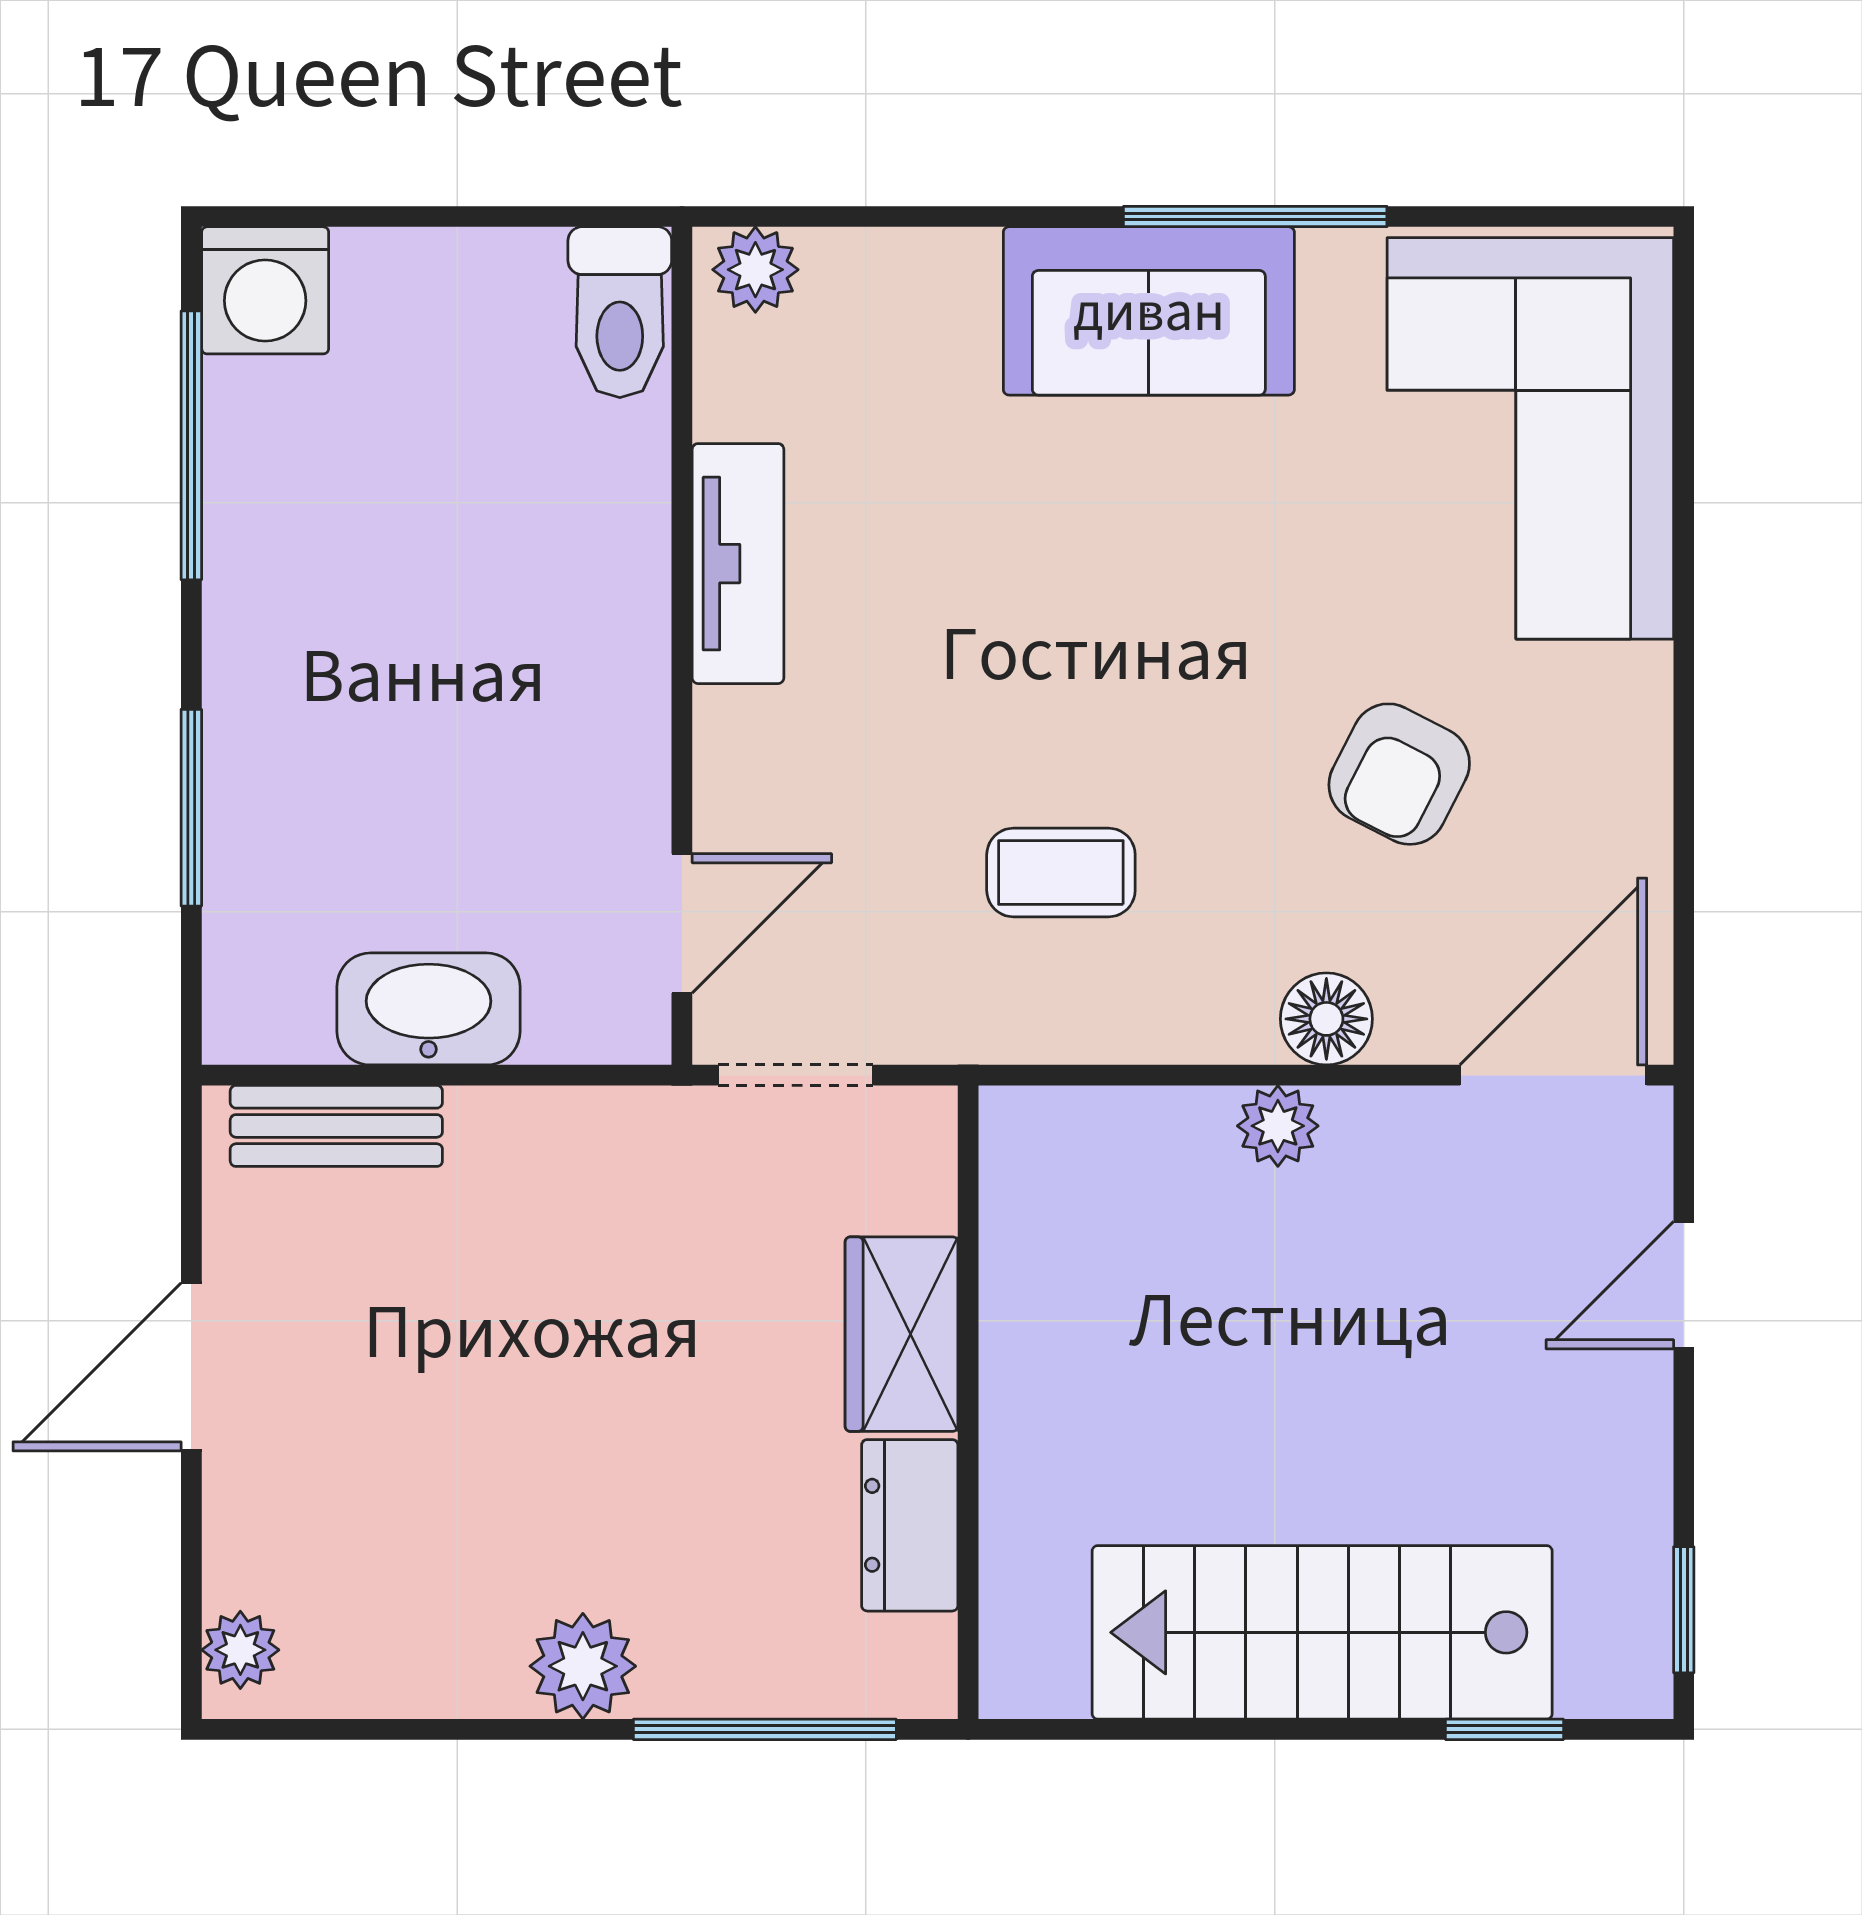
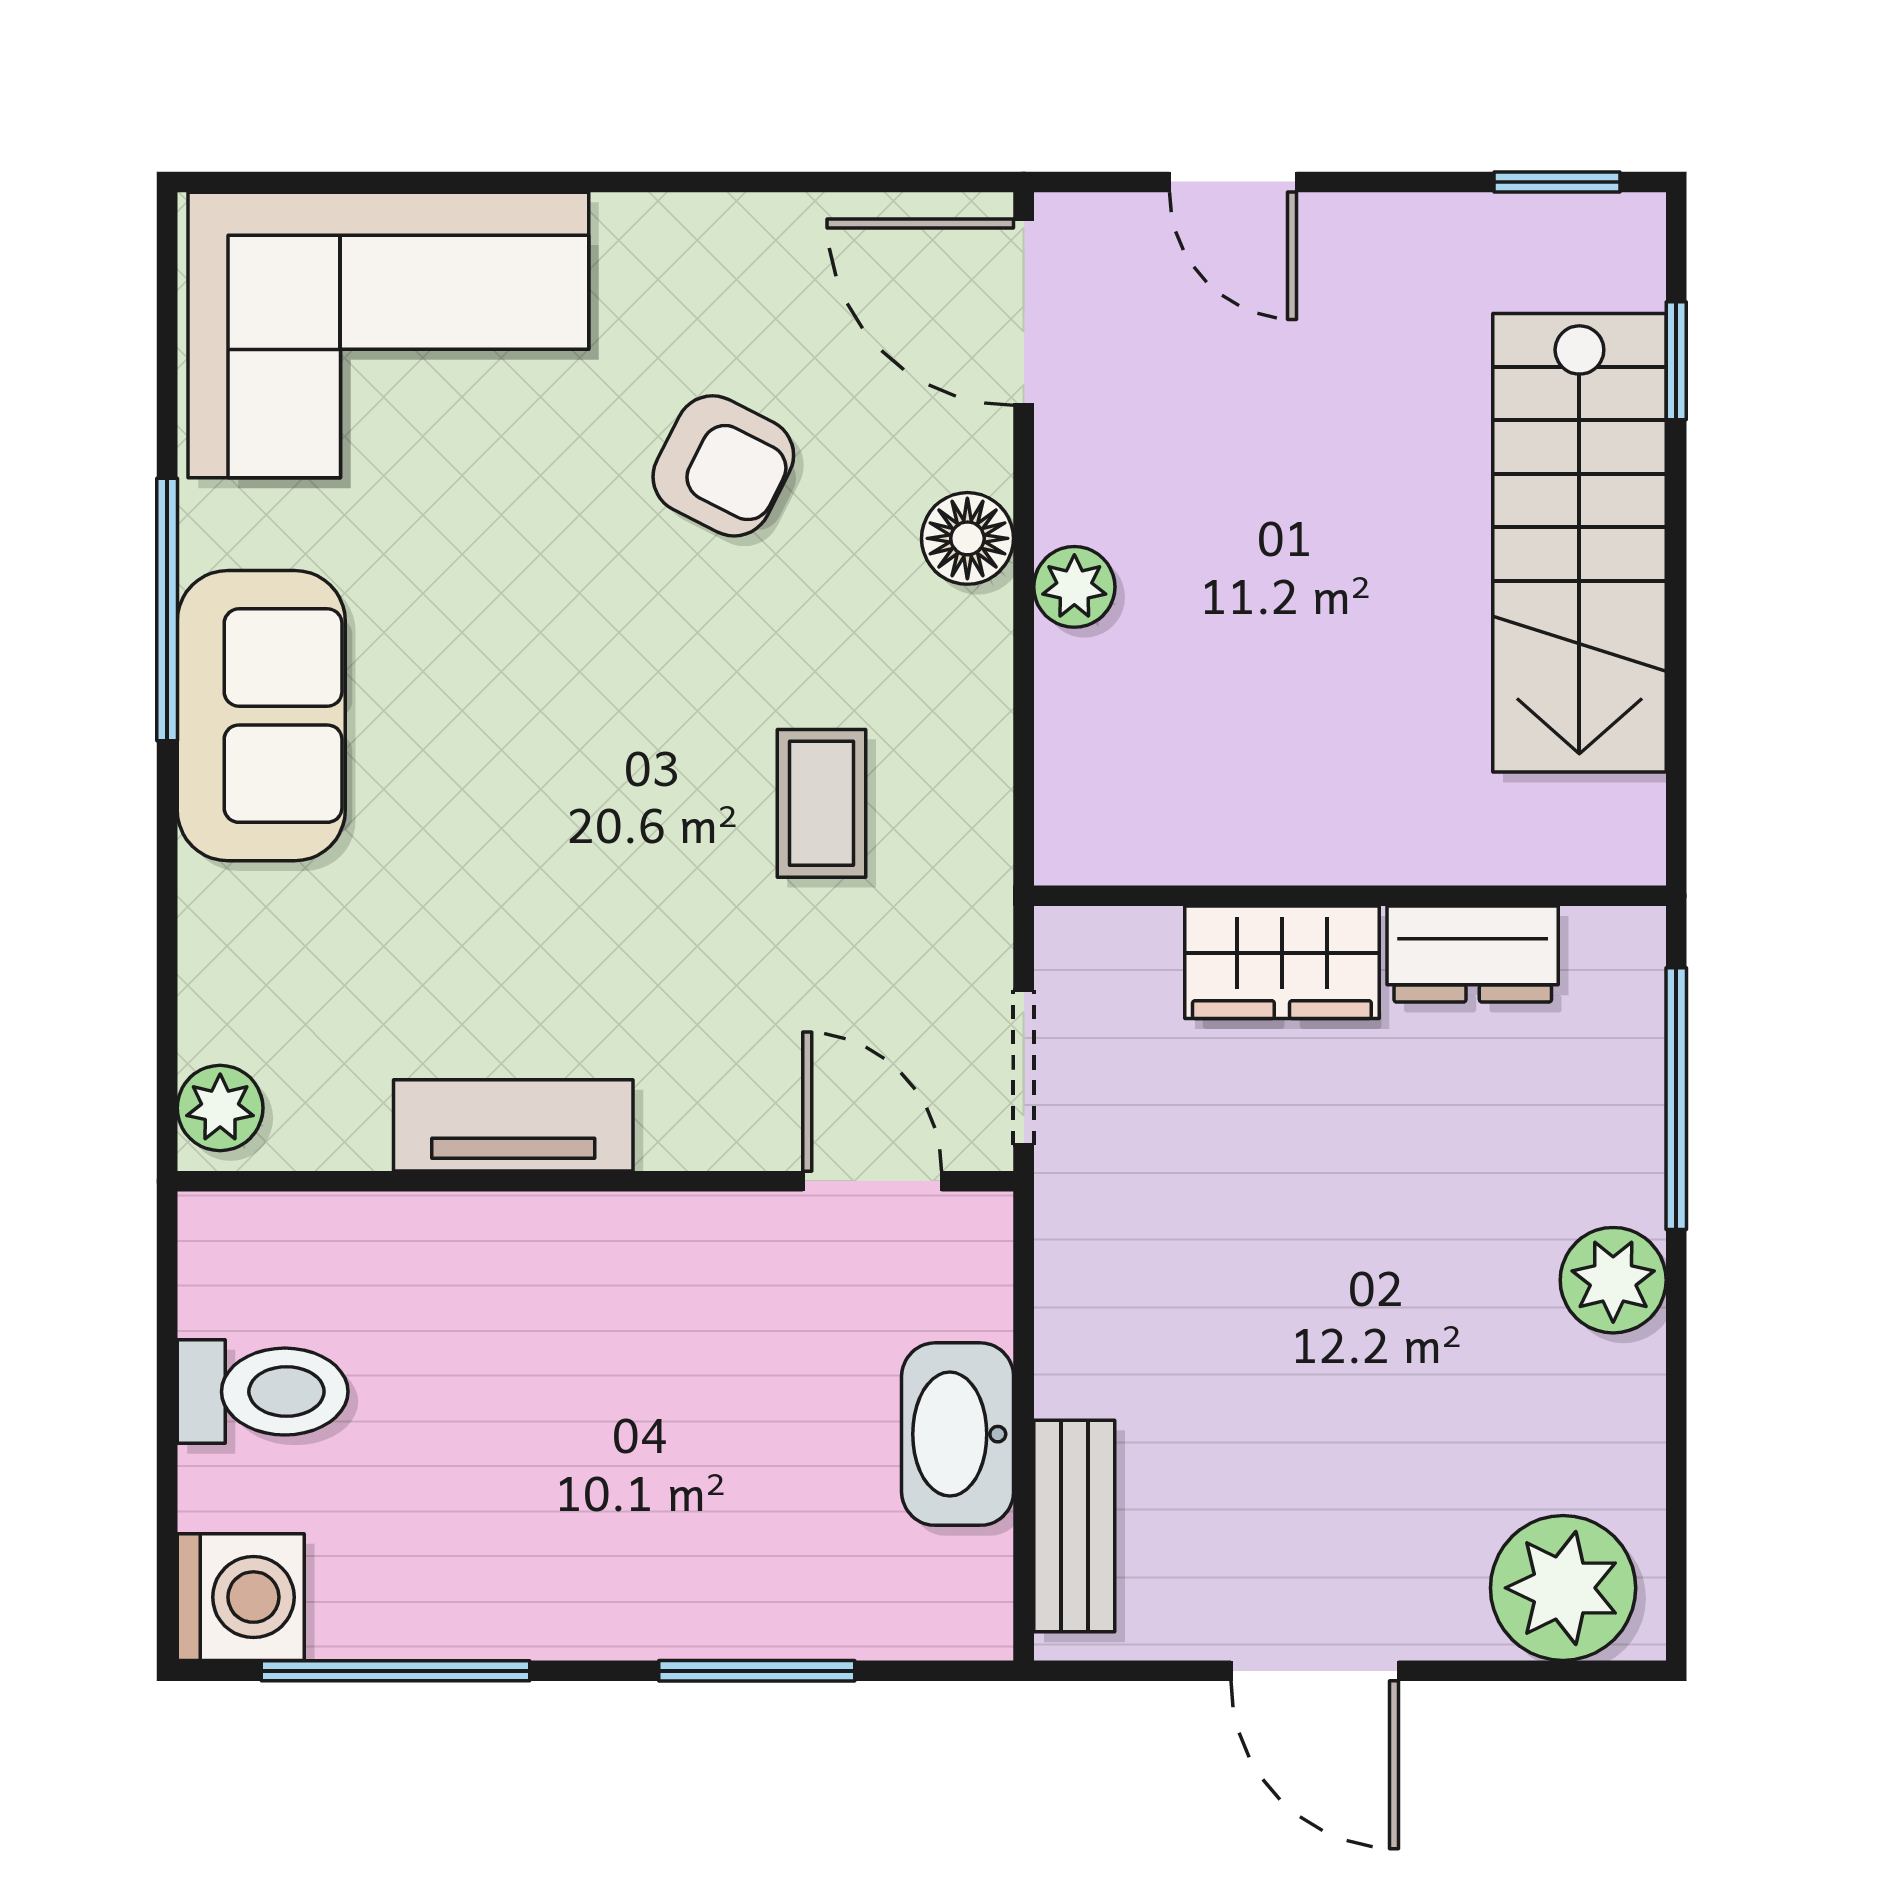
toilet: (620, 312) -> (263, 1392), moved
plant: (240, 1650) -> (1563, 1588), width x1.87, depth x1.87

